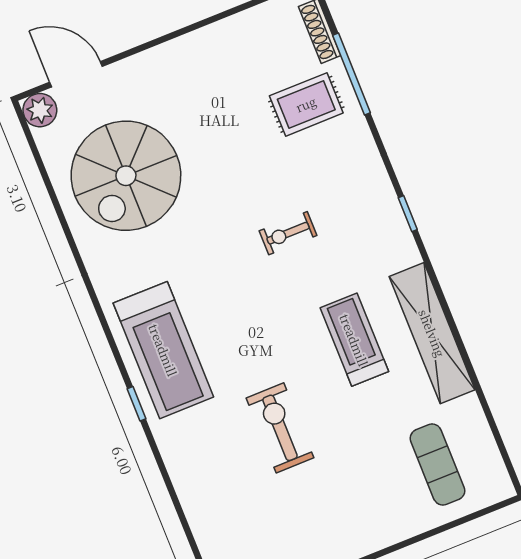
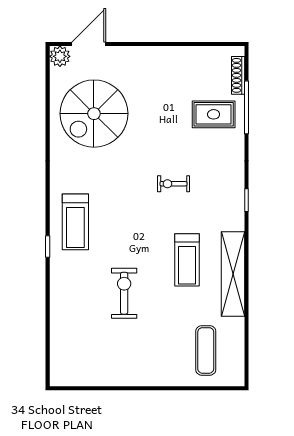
door: (76, 74) -> (89, 44), hinge flipped
treadmill: (354, 340) -> (187, 260), turned 180
treadmill: (163, 350) -> (75, 222), width x0.73, depth x0.73

